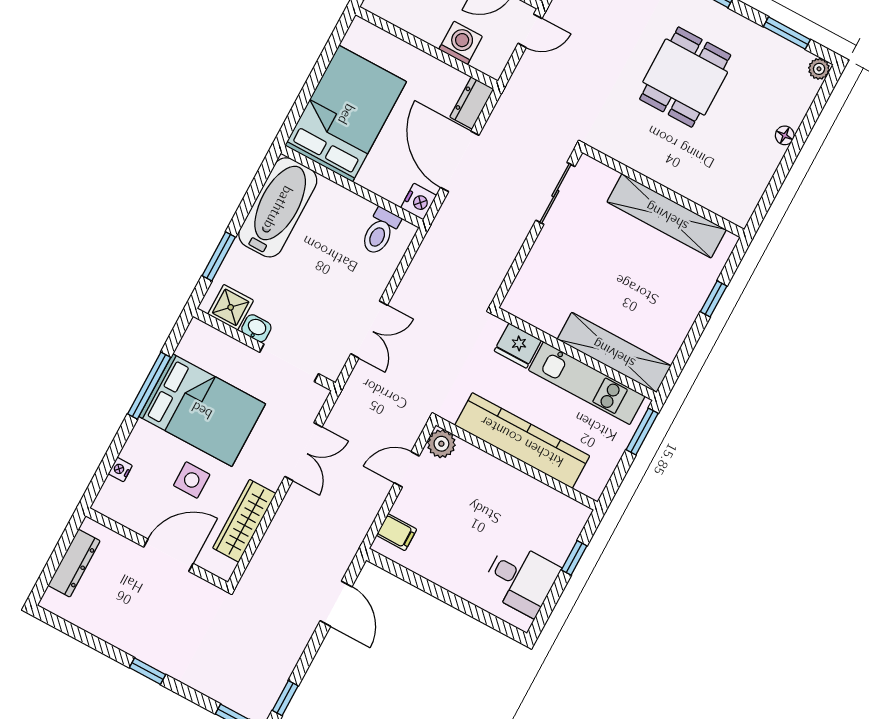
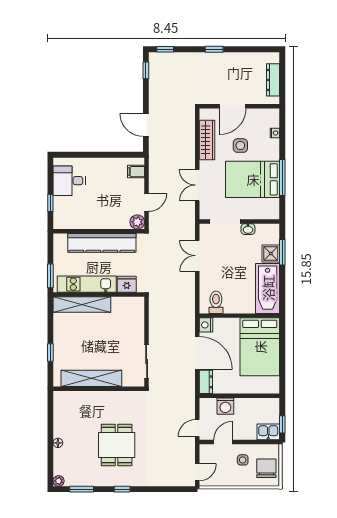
shower: (231, 307) -> (271, 253), moved

